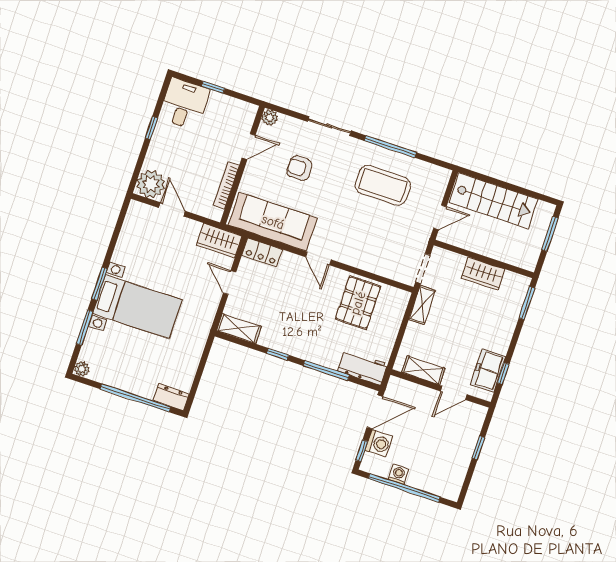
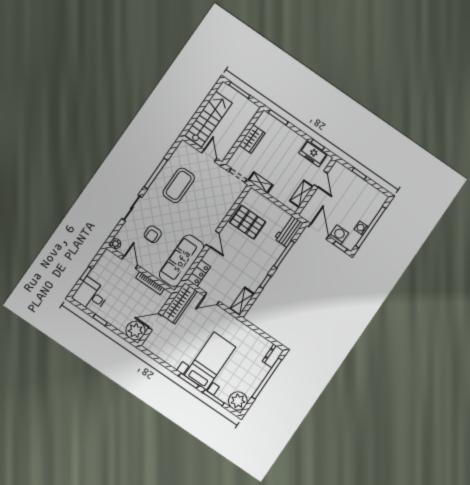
wardrobe: (219, 241) -> (180, 303), width x1.50
door: (318, 258) -> (213, 239), hinge flipped
plant: (82, 369) -> (238, 401), width x1.88, depth x1.88

